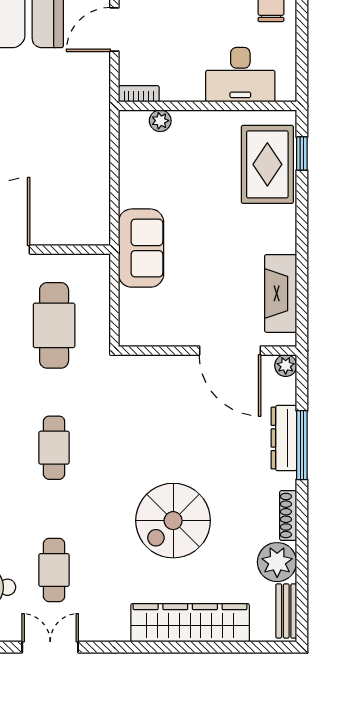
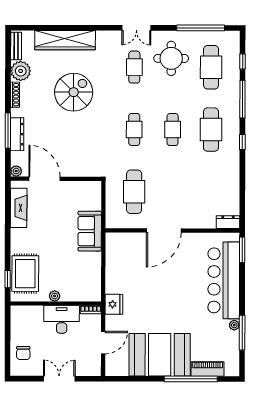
desk: (240, 75) -> (62, 319), moved
fridge: (93, 104) -> (114, 304), added
plant: (160, 121) -> (55, 296), moved

